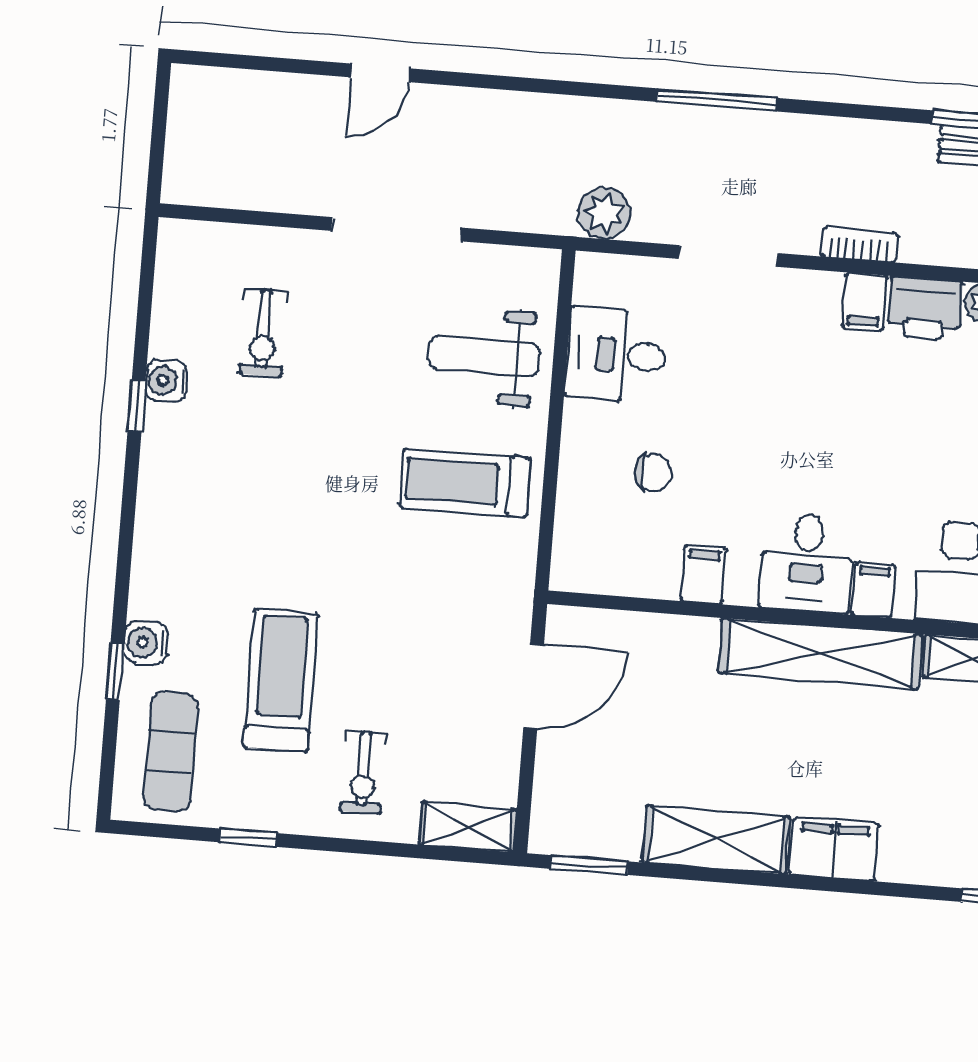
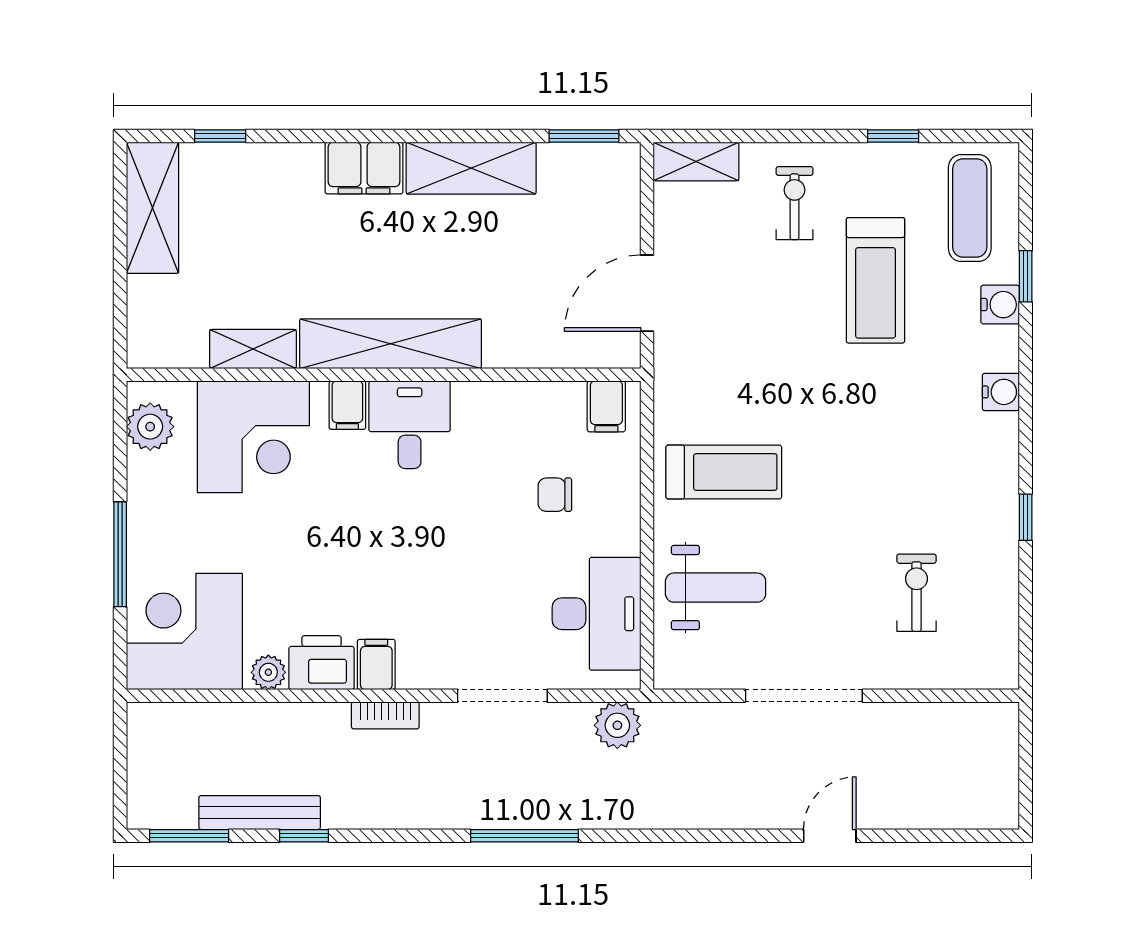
desk: (616, 355) -> (596, 614), width x1.37
water cooler: (166, 381) -> (1001, 392), moved
filing cabinet: (703, 575) -> (606, 406), moved

